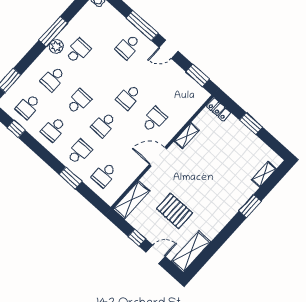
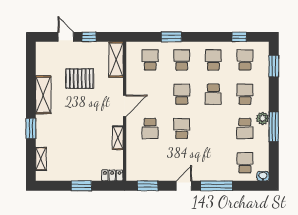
school desk: (128, 46) -> (245, 163), moved
school desk: (79, 152) -> (182, 60), turned 180
shelving: (191, 252) -> (43, 95), moved
door: (156, 254) -> (66, 37), swing flipped

